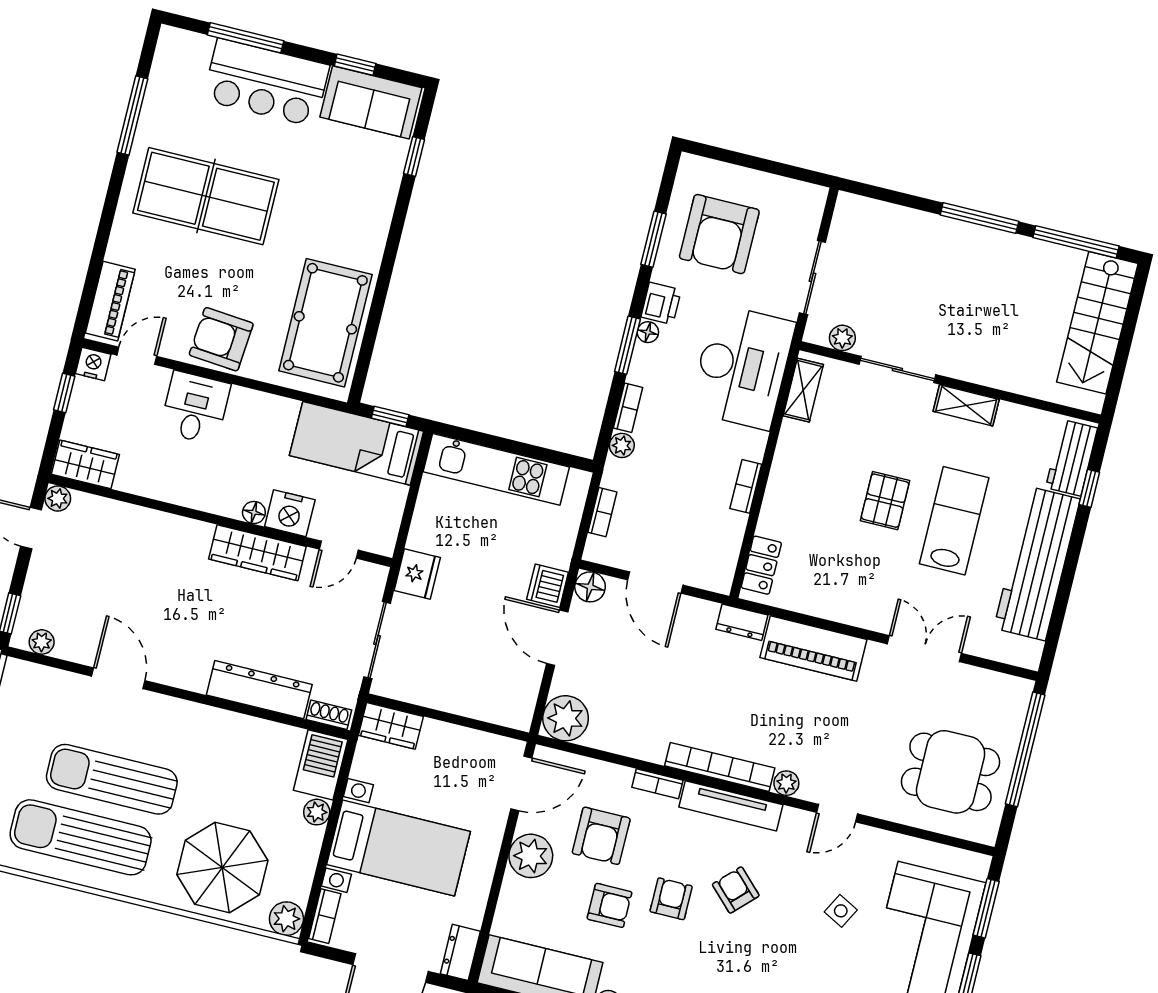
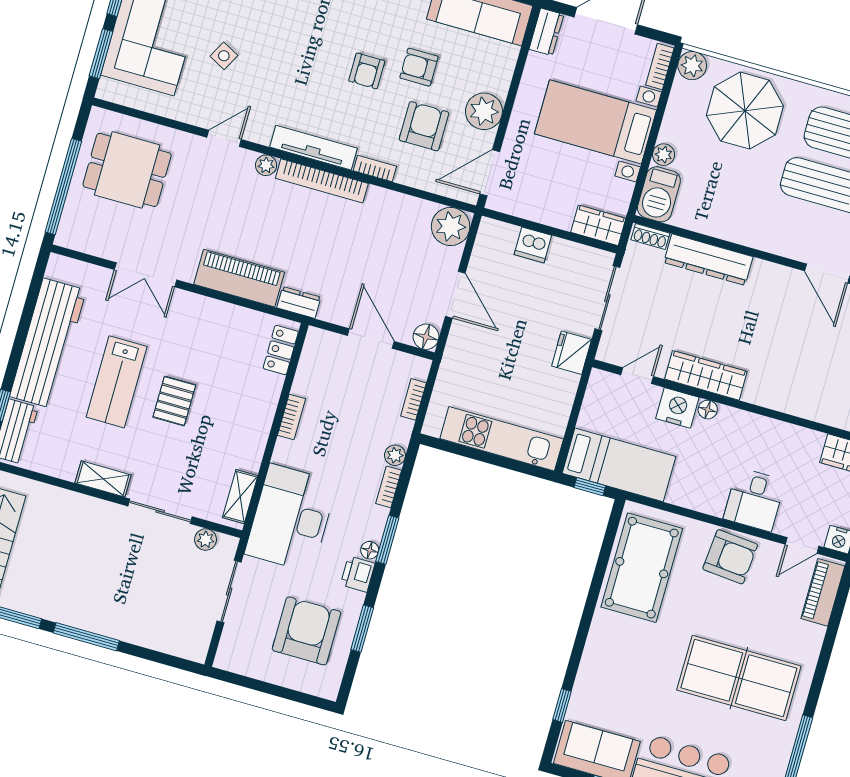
dishwasher: (548, 586) -> (533, 245), moved, turned 90
armchair: (736, 890) -> (312, 76), removed

